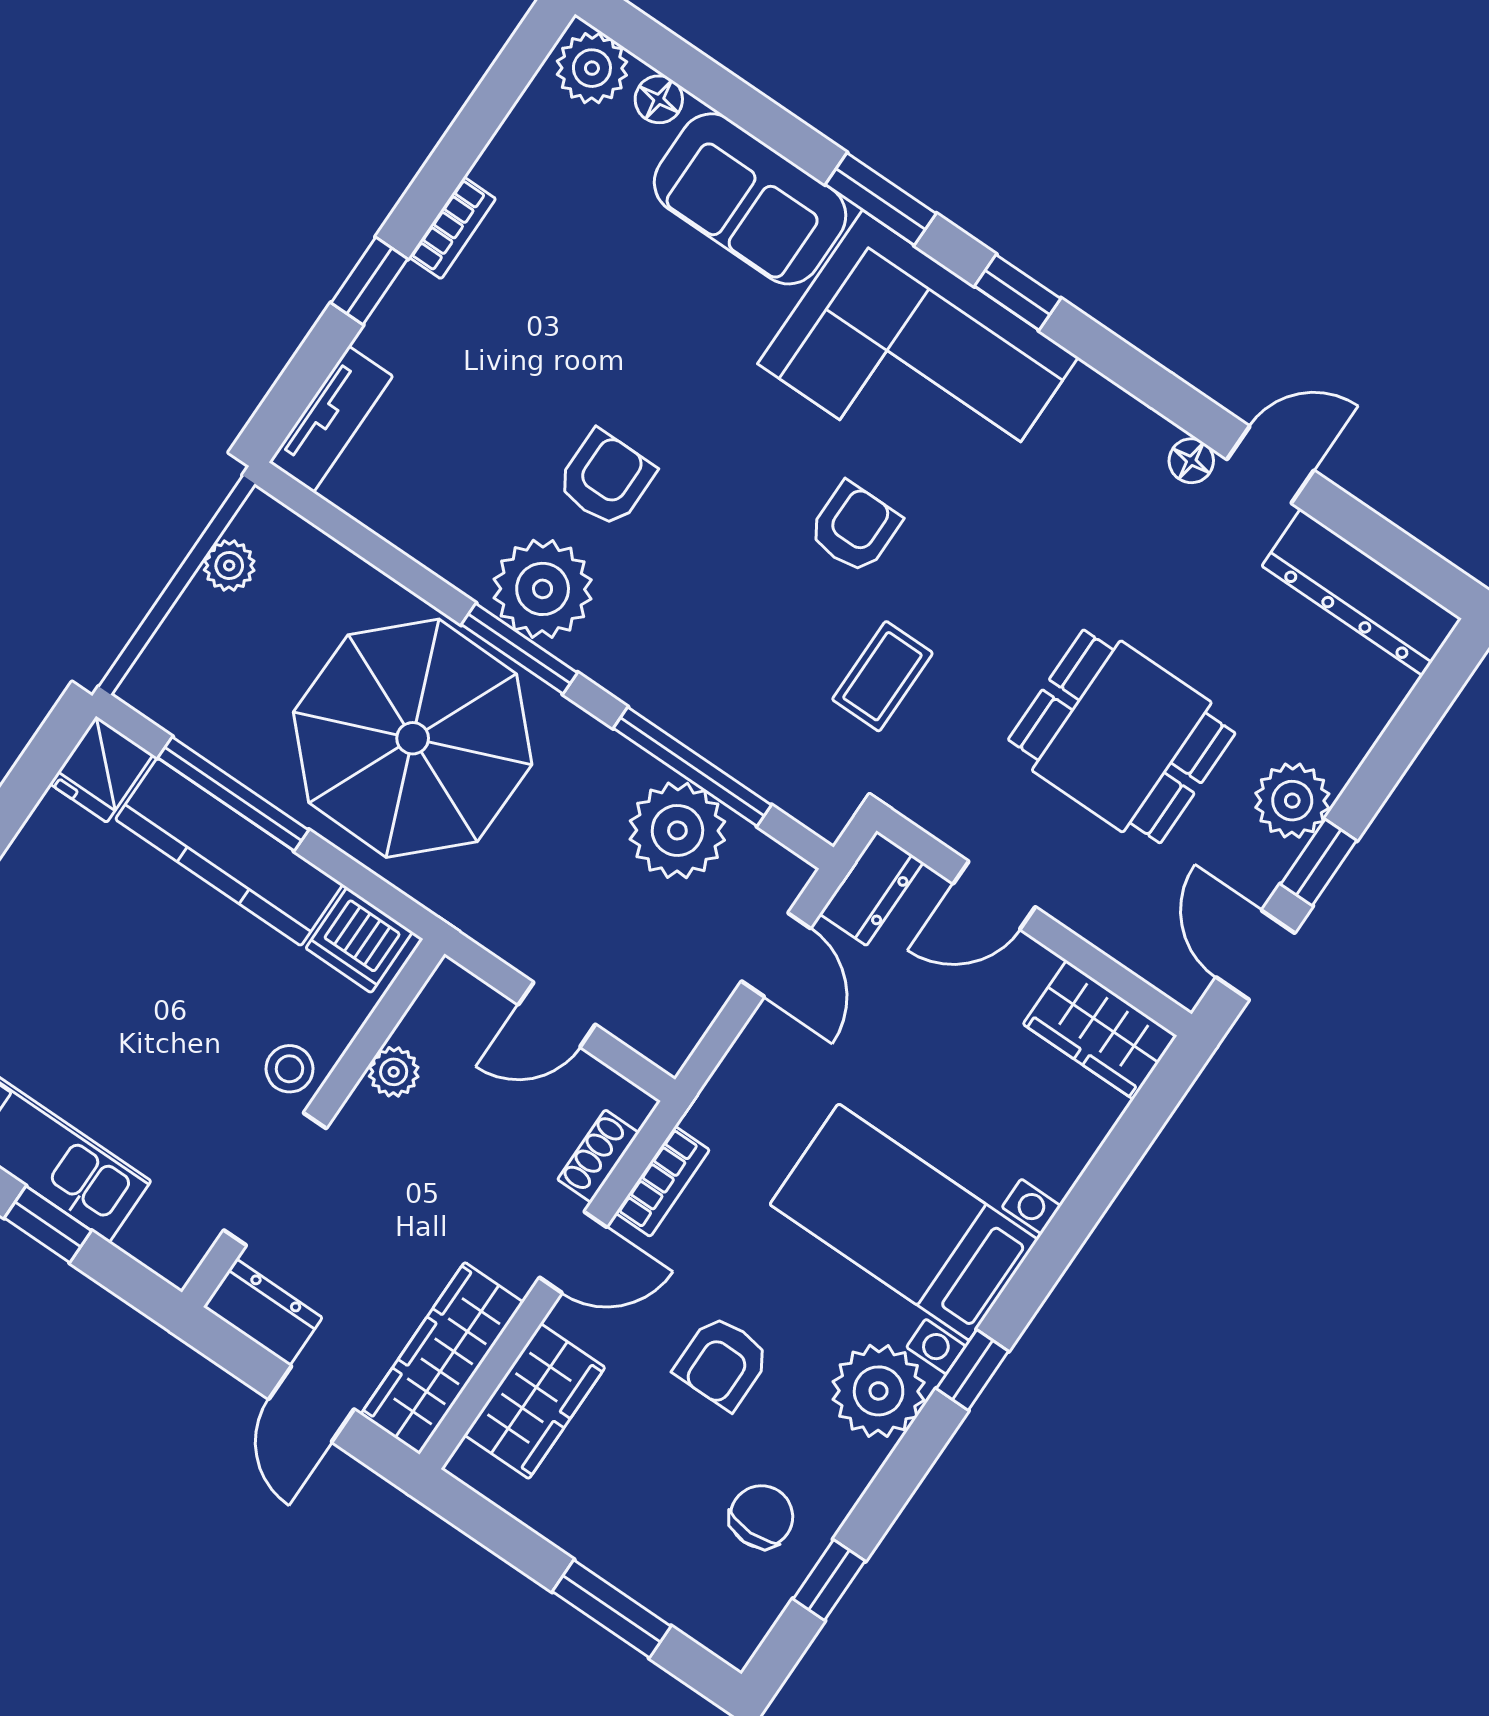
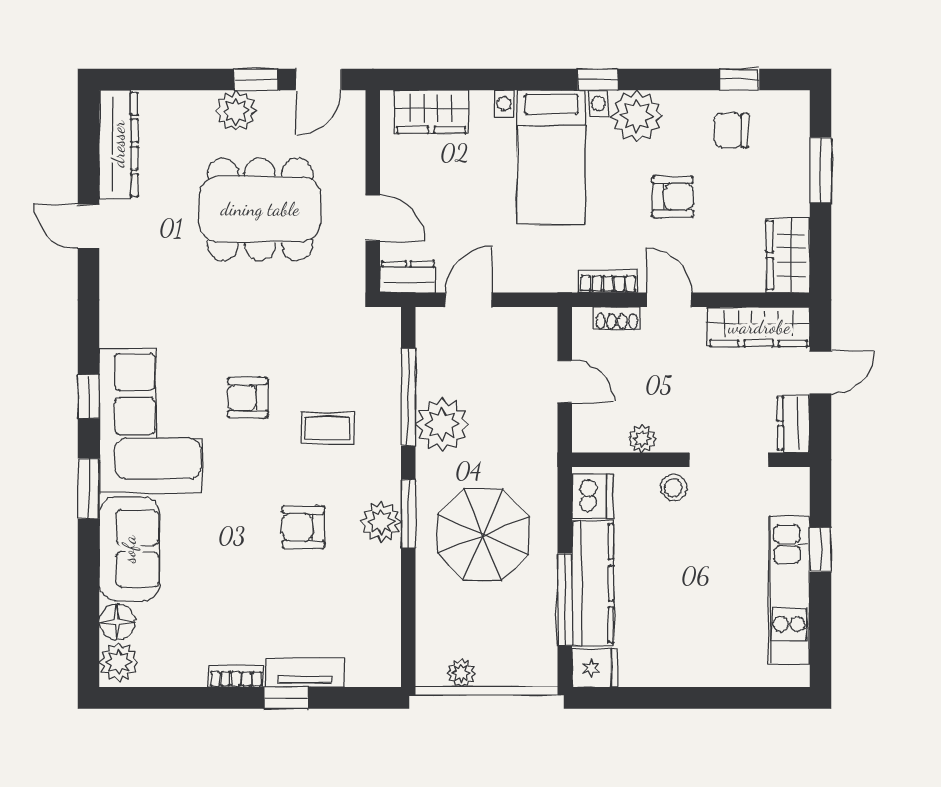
floor lamp: (659, 99) -> (117, 622), width x1.37, depth x1.37
tv unit: (331, 419) -> (305, 672), moved
floor lamp: (1191, 461) -> (111, 264), removed
plant: (543, 589) -> (381, 522), width x0.73, depth x0.73
coffee table: (882, 676) -> (327, 428), moved
dining table: (1122, 736) -> (260, 209), width x1.38
parasol: (413, 738) -> (483, 535), width x0.73, depth x0.73
plant: (677, 830) -> (442, 424), moved
wardrobe: (1100, 1030) -> (431, 112), moved, turned 90
wardrobe: (535, 1401) -> (788, 255), moved, turned -90

